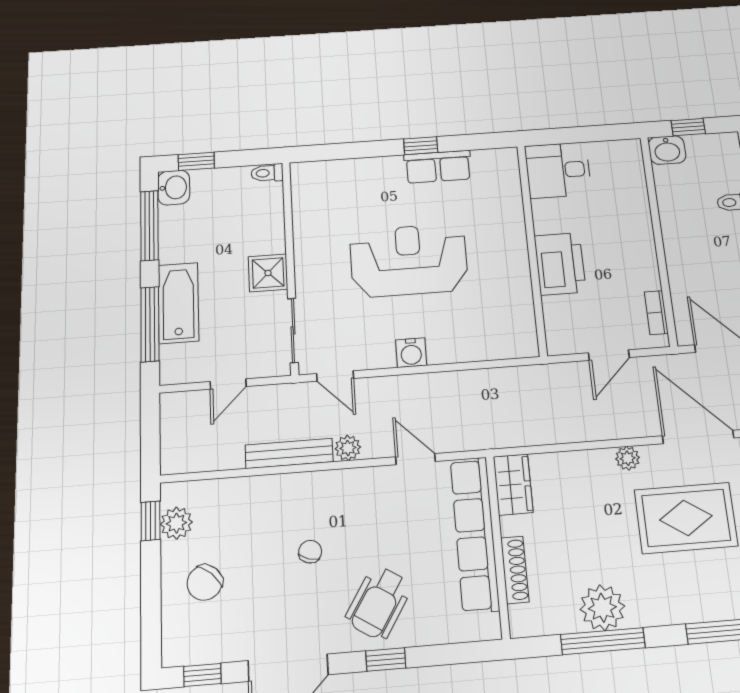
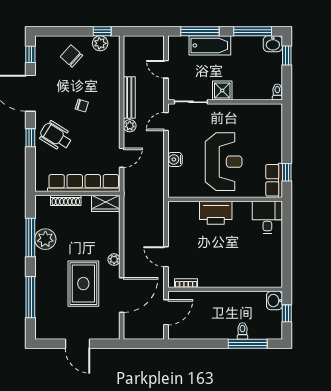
desk: (558, 170) -> (267, 217), moved
wall: (532, 249) -> (225, 199), moved
printer: (560, 264) -> (216, 213), moved

